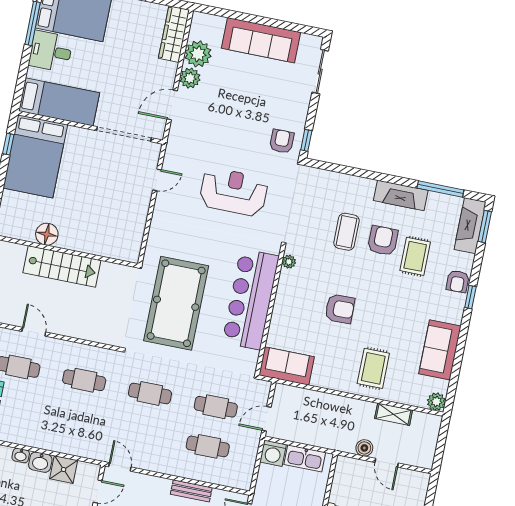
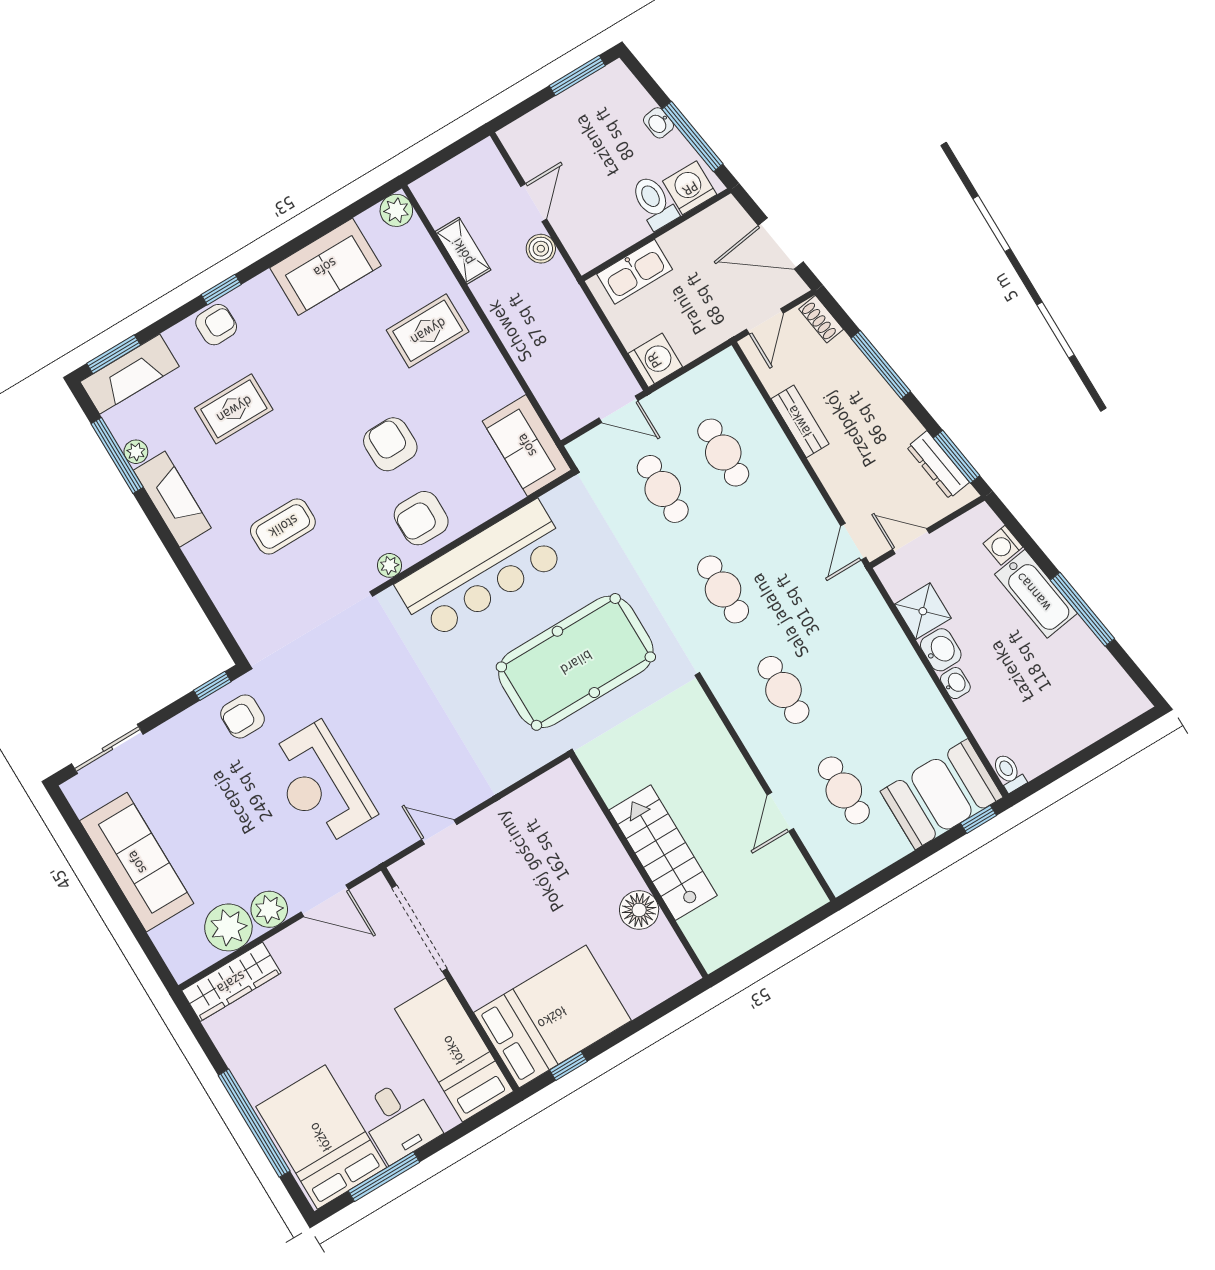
reception desk: (234, 192) -> (320, 784), moved
plant: (435, 198) -> (136, 452), added
armchair: (383, 241) -> (421, 518), moved
kitchen sink: (305, 458) -> (635, 272), moved, turned 90

